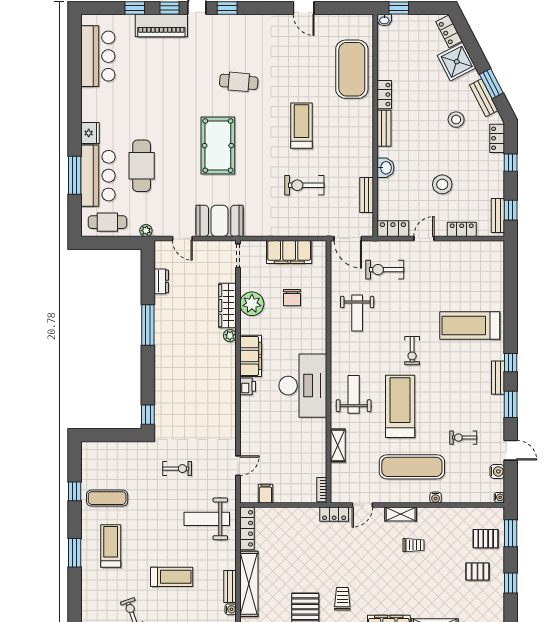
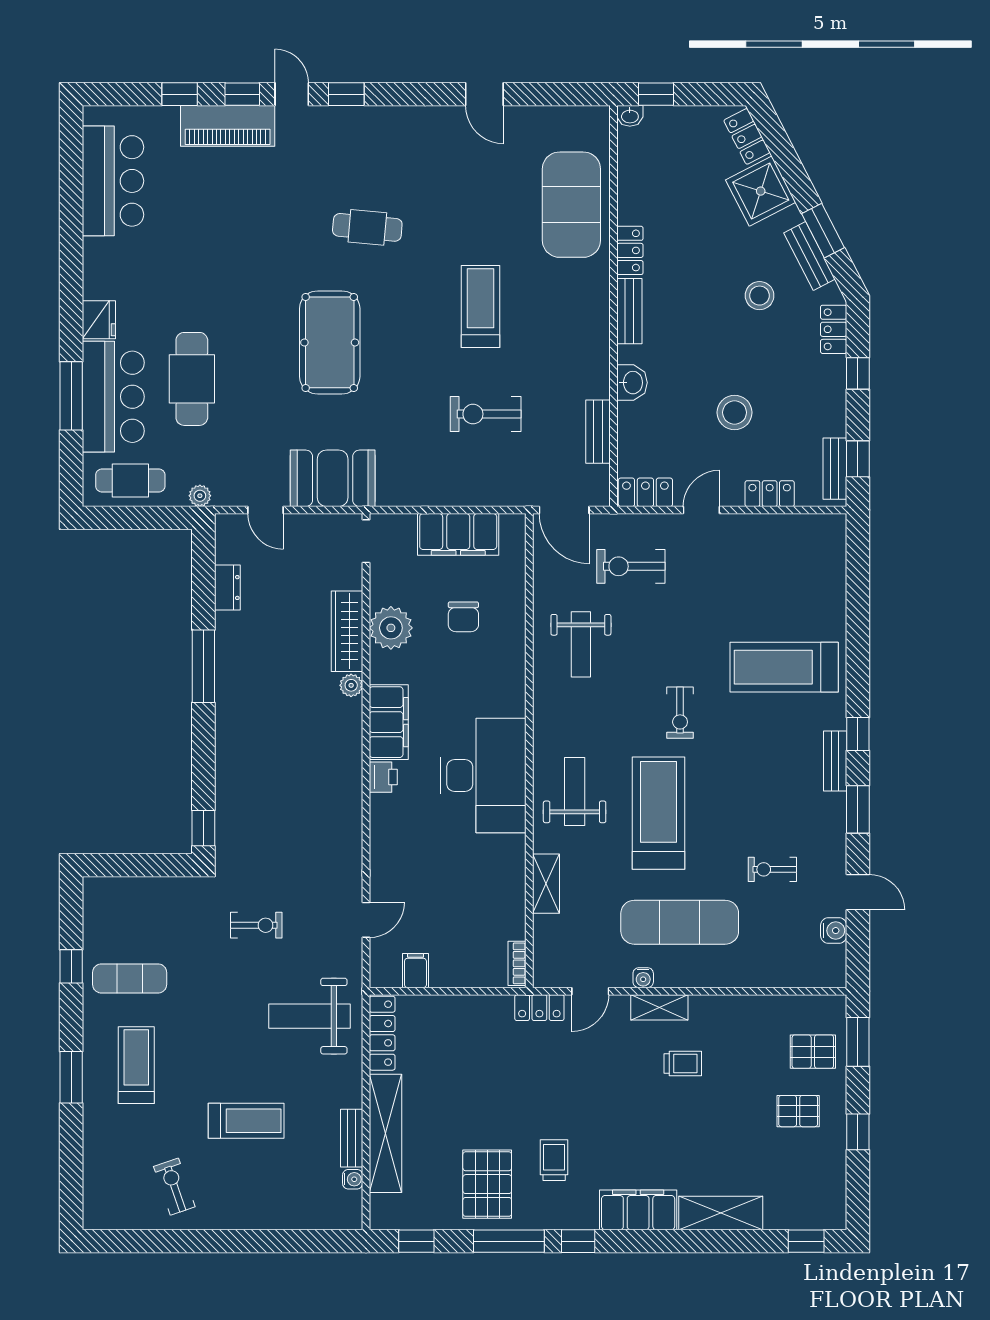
water cooler: (499, 497) -> (837, 977), removed
water cooler: (436, 498) -> (643, 978), moved

